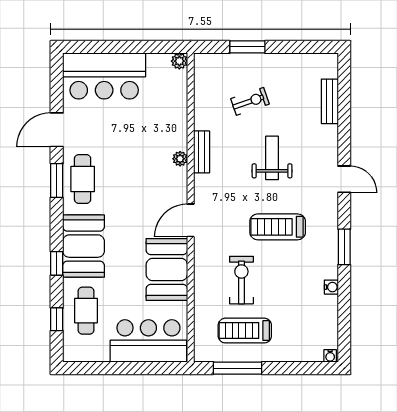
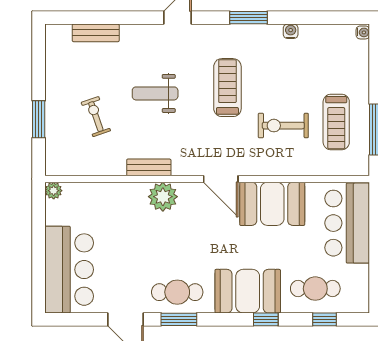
plant: (180, 159) -> (163, 197), width x1.88, depth x1.88
treadmill: (278, 227) -> (227, 88), turned 180

